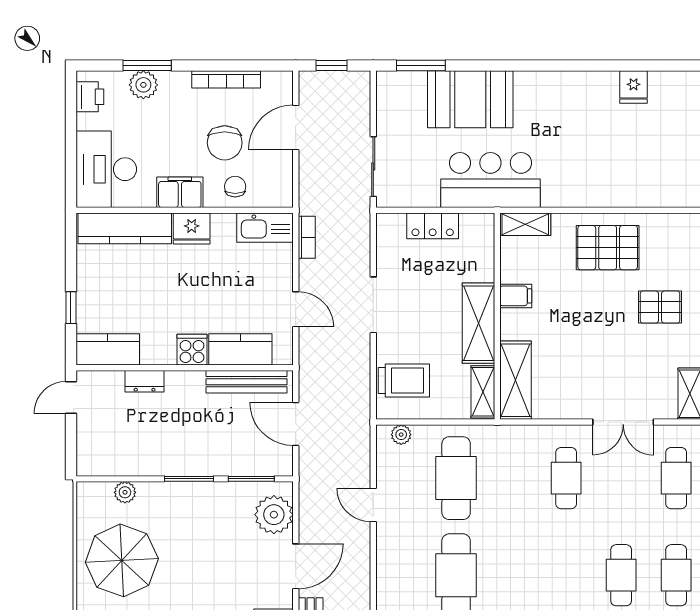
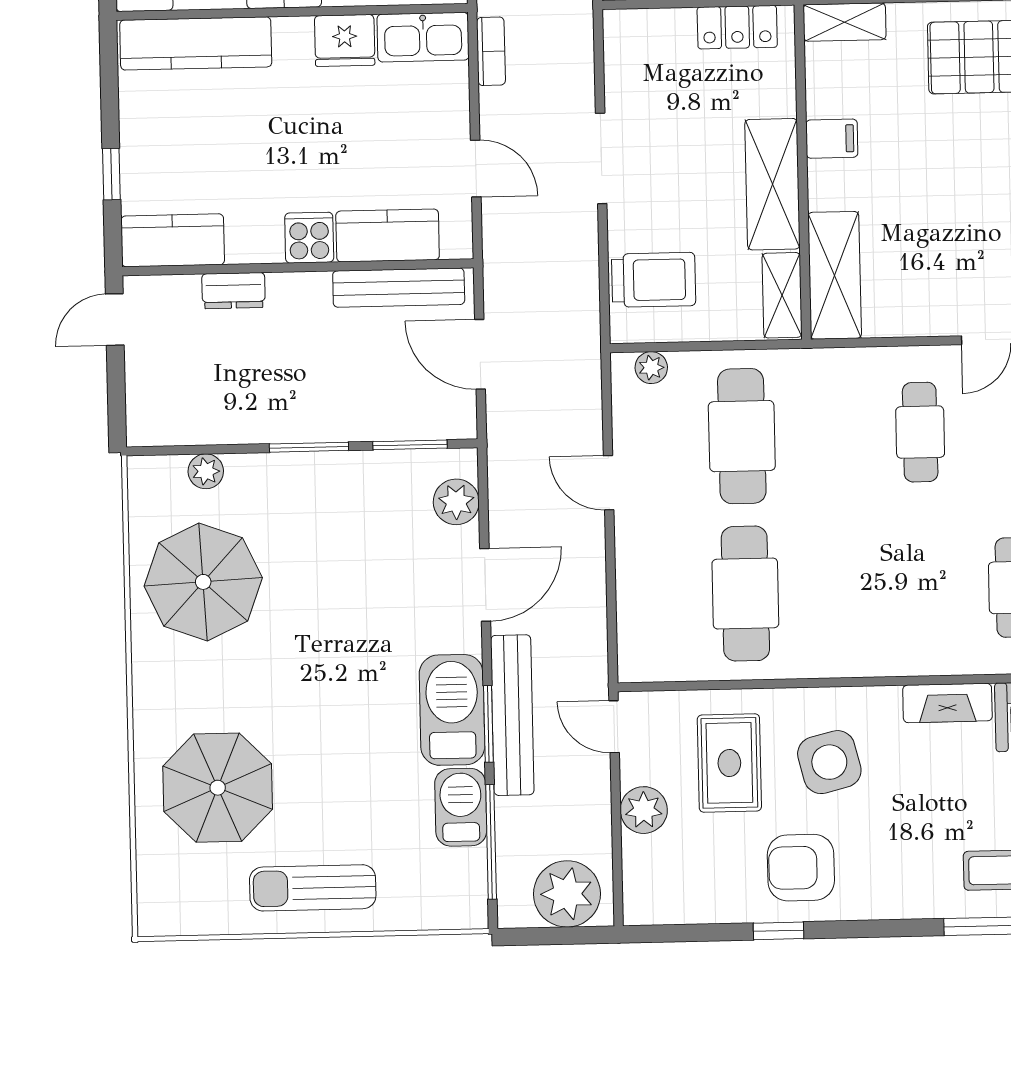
locker: (433, 226) -> (737, 27), moved
fridge: (192, 228) -> (345, 40), moved
plant: (274, 515) -> (456, 502), width x0.73, depth x0.73

